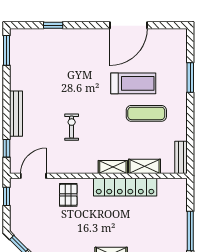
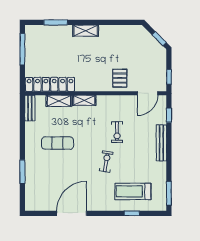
treadmill: (133, 83) -> (133, 191), moved
exercise bike: (85, 90) -> (106, 162), added
locker: (125, 187) -> (50, 84), moved

